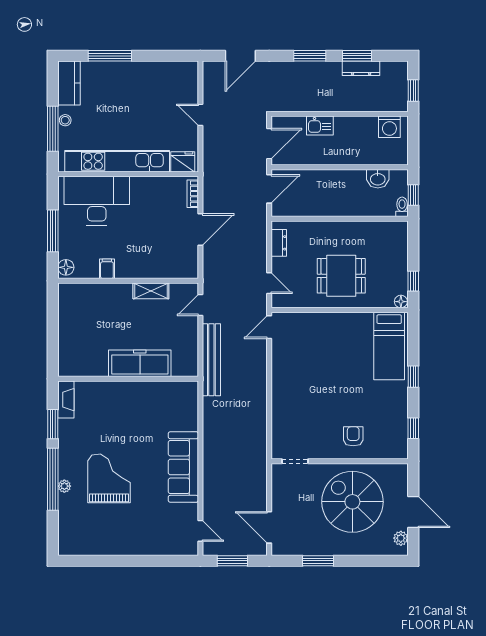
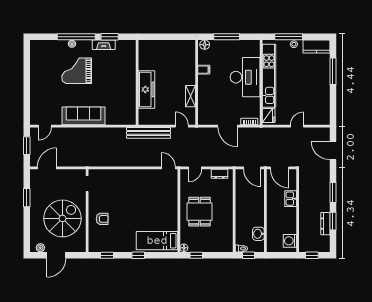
desk: (97, 201) -> (245, 77), moved
fireplace: (66, 400) -> (104, 45), moved
grand piano: (109, 478) -> (77, 71), turned 180

